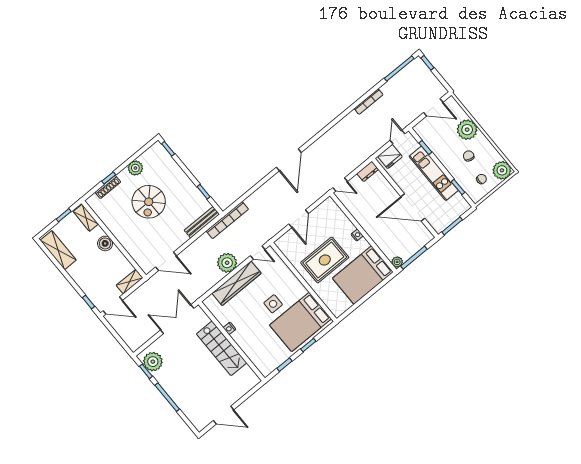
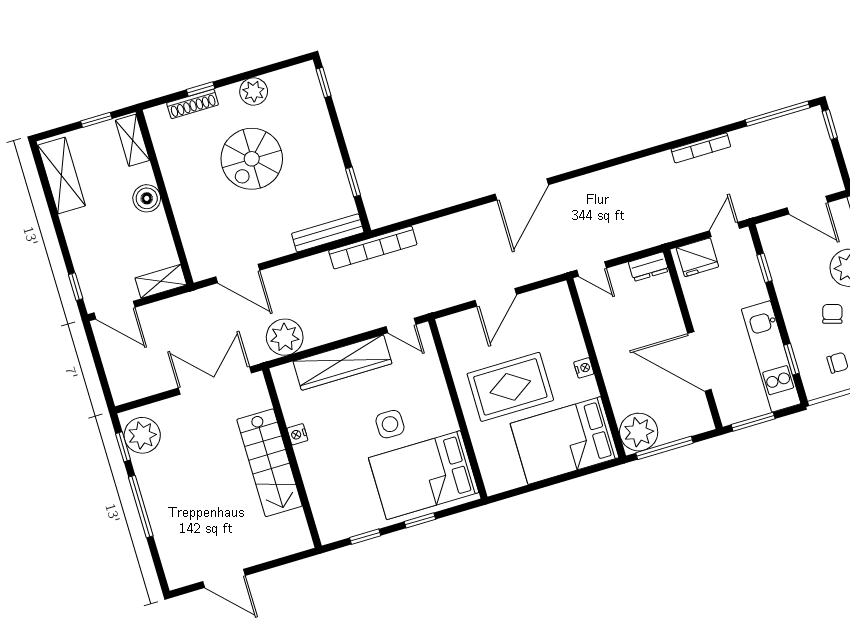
kitchen unit: (434, 173) -> (771, 356), moved
plant: (397, 262) -> (639, 432), width x1.88, depth x1.88
plant: (227, 263) -> (285, 337), moved

